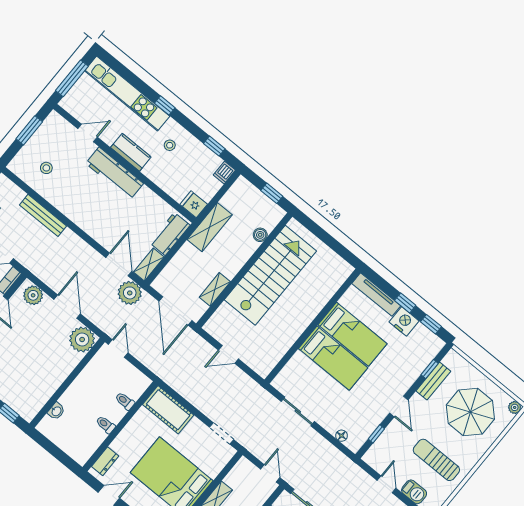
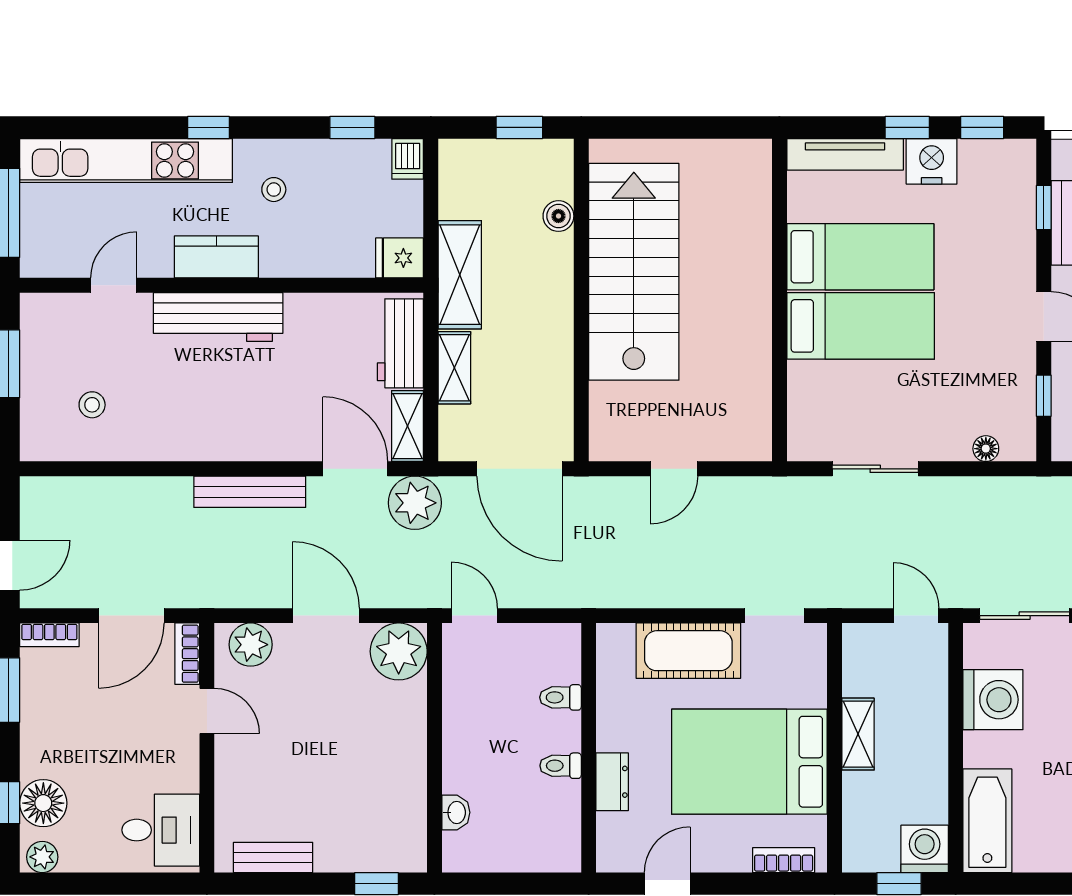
bench: (43, 215) -> (250, 492), moved
shelving: (215, 289) -> (454, 368), moved
cot: (168, 410) -> (688, 651), moved
dresser: (105, 461) -> (612, 782), moved

